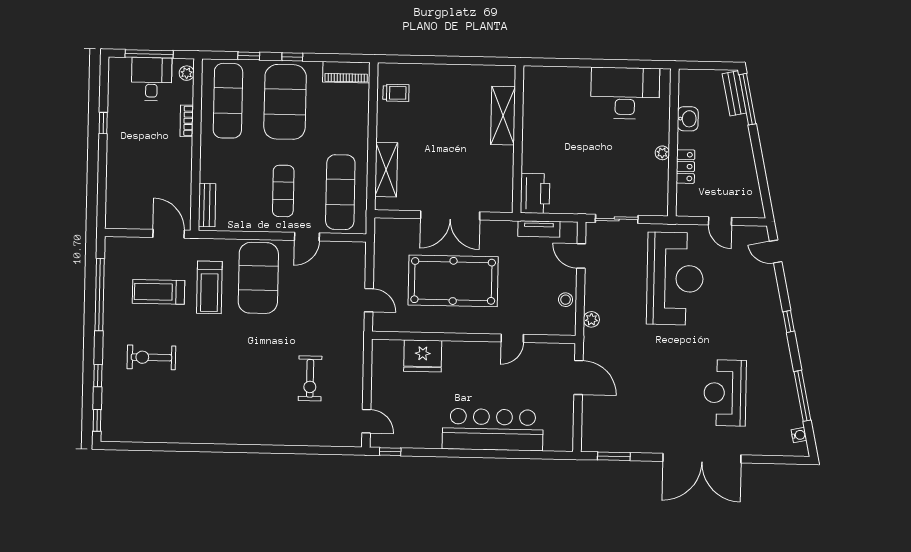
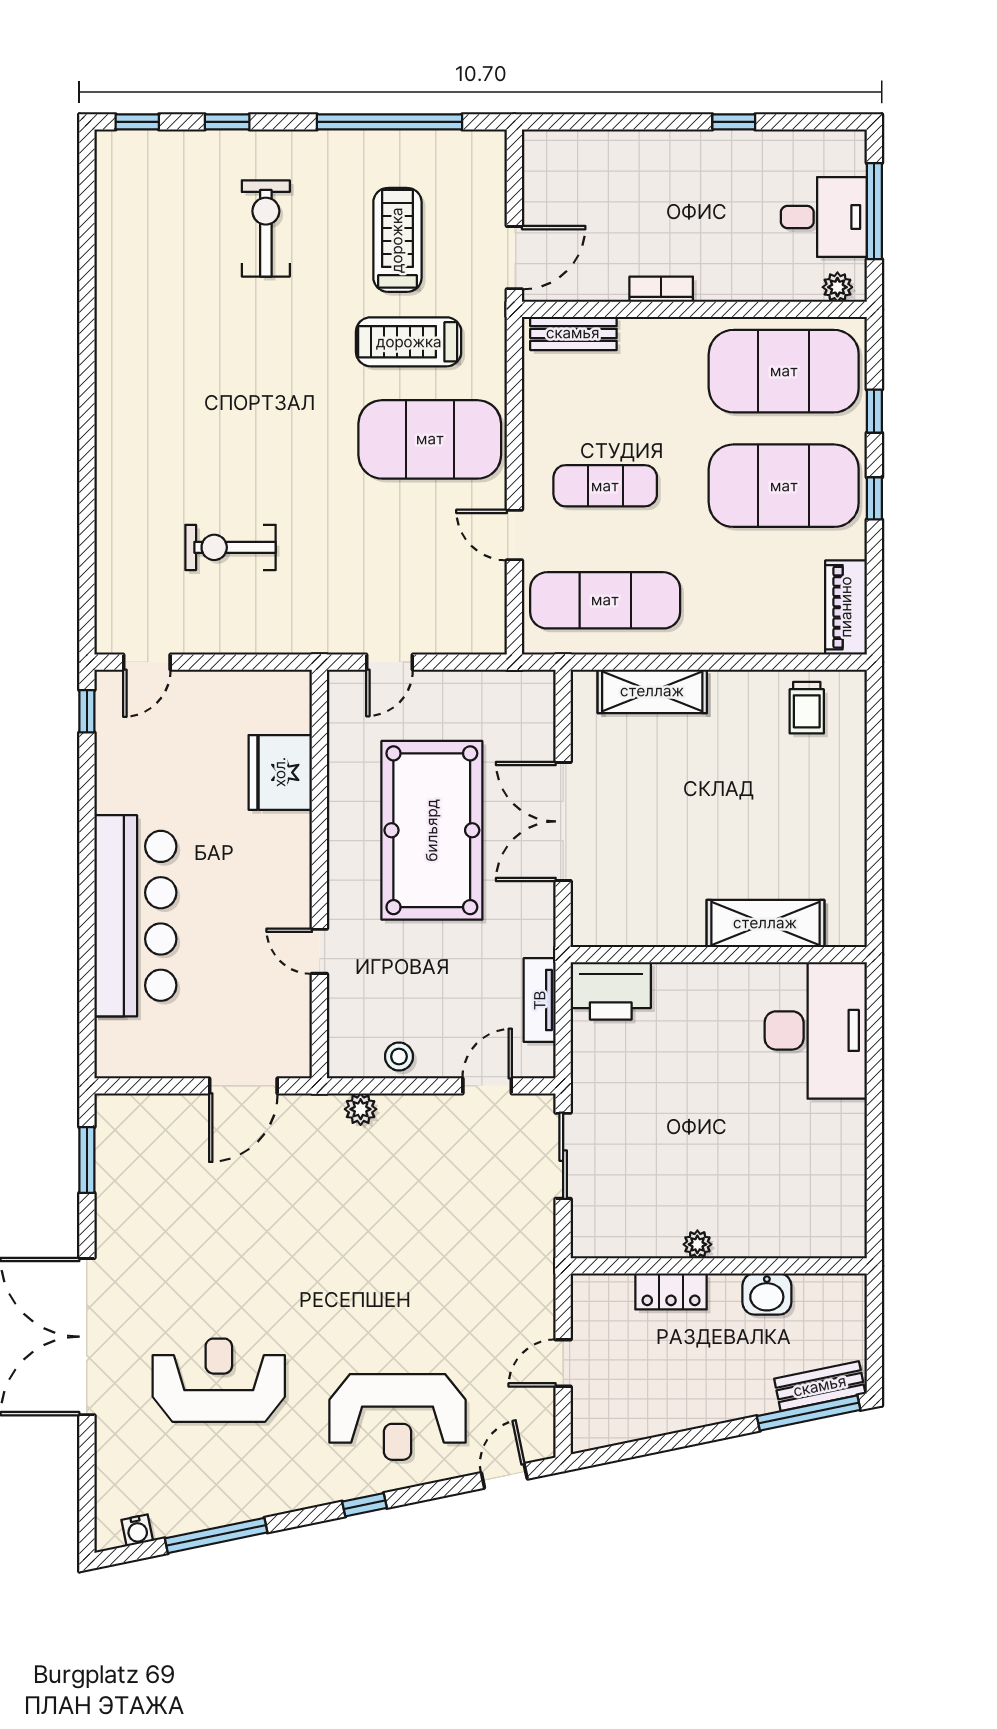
desk: (625, 93) -> (816, 1030), moved
exercise mat: (228, 101) -> (784, 371), width x1.47
bookcase: (187, 121) -> (661, 289), moved
reception desk: (675, 279) -> (398, 1417), moved, width x0.74, depth x0.77

